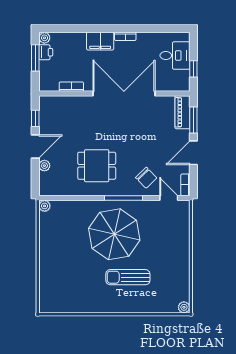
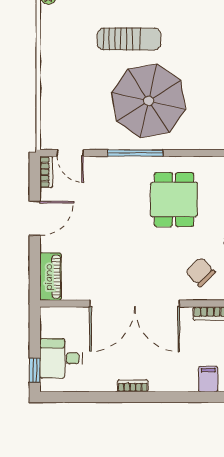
filing cabinet: (100, 41) -> (208, 379), moved, width x0.50
window: (193, 69) -> (35, 370), moved
window: (193, 120) -> (35, 265), removed
dining table: (97, 166) -> (174, 200), turned 90
chair: (146, 178) -> (201, 272), moved

